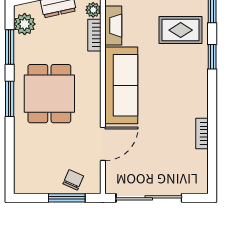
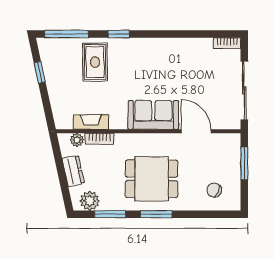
sofa: (121, 85) -> (153, 115), width x0.73
bookcase: (202, 134) -> (227, 43), moved
chair: (73, 180) -> (214, 190), moved

